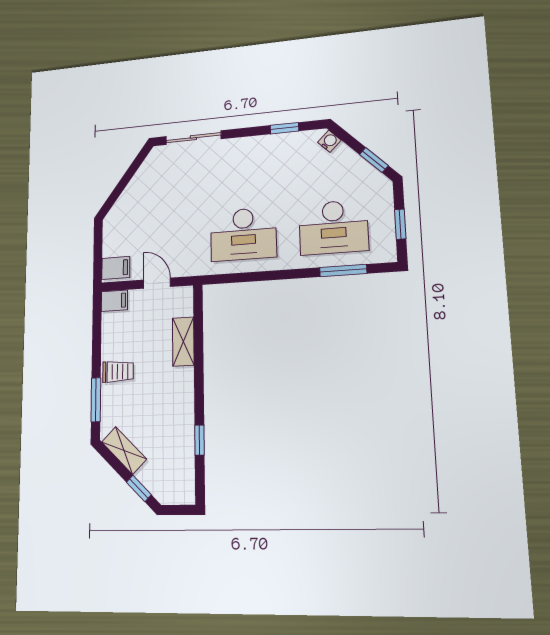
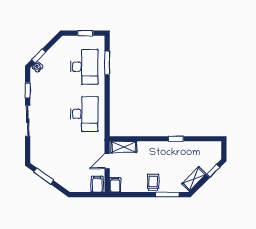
sliding door: (193, 138) -> (28, 121), moved
window: (374, 160) -> (39, 56), moved
window: (131, 172) -> (44, 176), added
shelving: (183, 342) -> (124, 147), moved
window: (199, 440) -> (176, 139), moved

